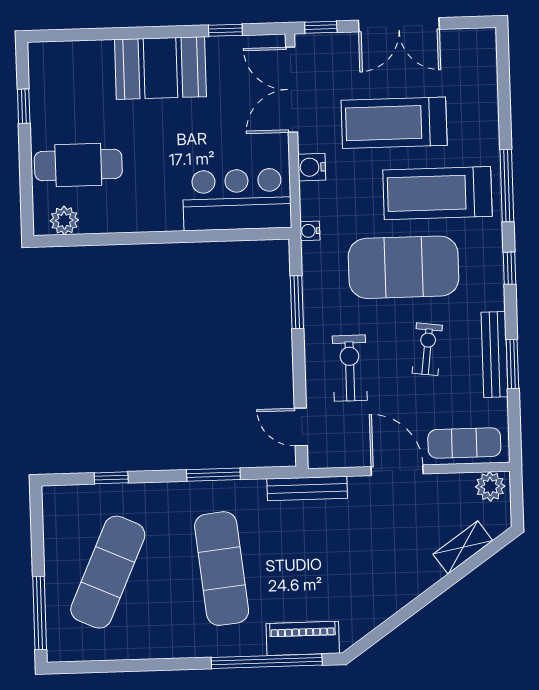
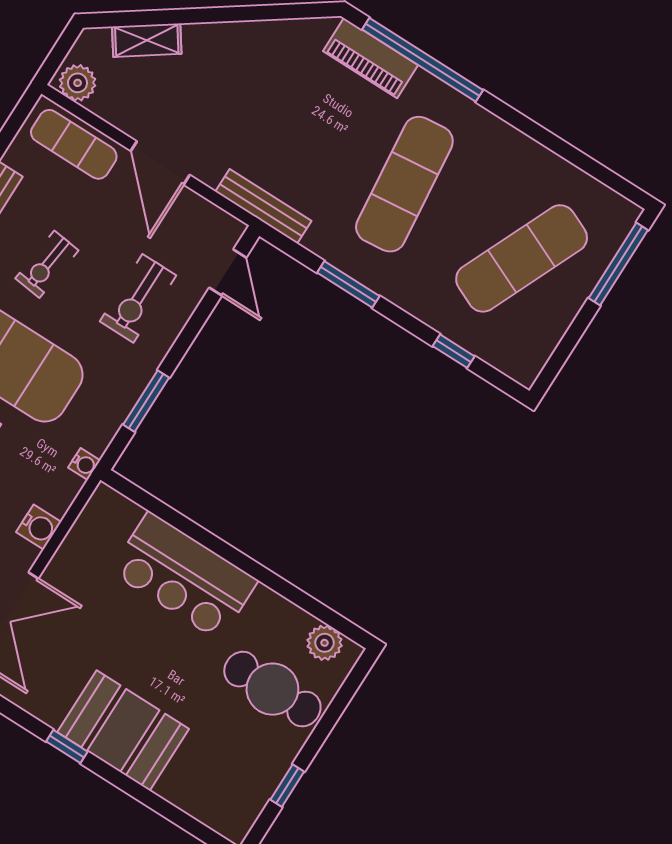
window: (225, 30) -> (67, 746), moved
bar counter: (237, 199) -> (184, 576), moved

